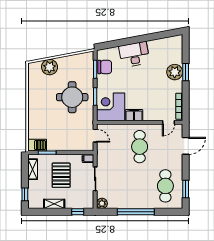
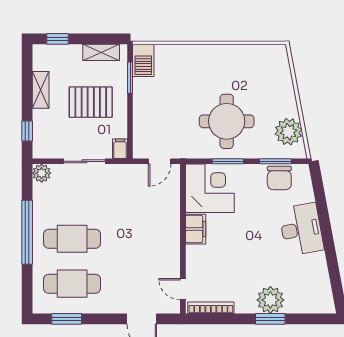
plant: (50, 67) -> (288, 132), moved
cafe table: (140, 147) -> (72, 239), moved

